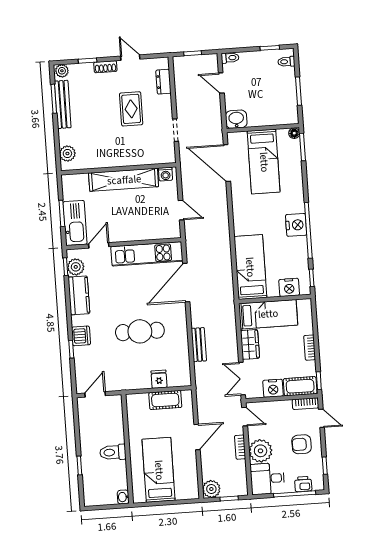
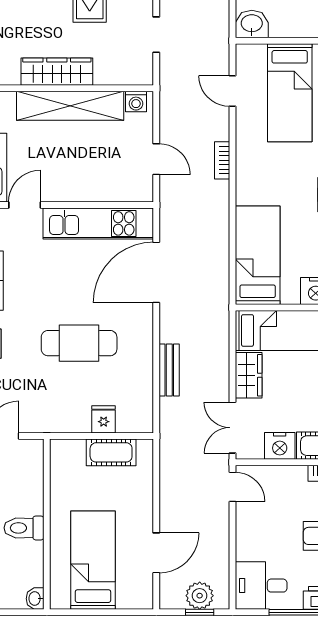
wardrobe: (113, 158) -> (57, 72), added
door: (227, 163) -> (233, 91), width x0.53
door: (197, 437) -> (156, 553), moved
bookcase: (240, 447) -> (222, 160), moved
plant: (261, 451) -> (253, 542), removed
plant: (211, 489) -> (200, 596), moved

